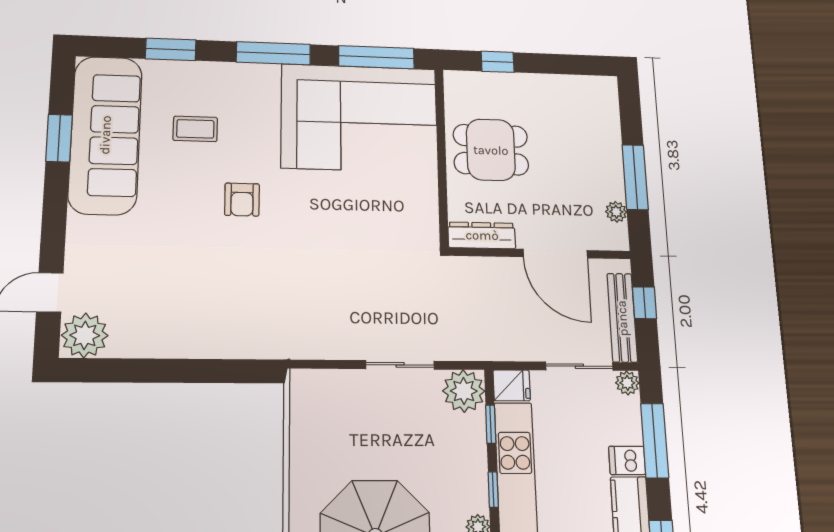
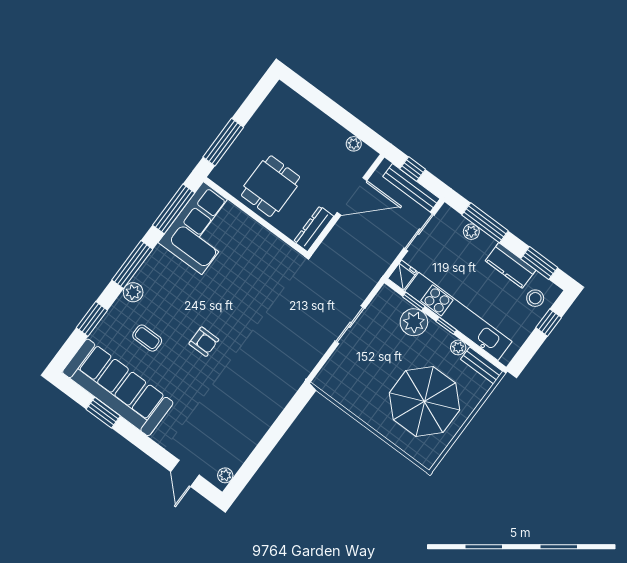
window: (498, 62) -> (223, 142), width x2.17
plant: (240, 76) -> (133, 292), added
corner sofa: (359, 118) -> (202, 228), width x0.73, depth x0.74
coffee table: (195, 129) -> (147, 338), turned 90
window: (635, 177) -> (343, 117), removed
plant: (85, 335) -> (225, 475), width x0.53, depth x0.53
plant: (627, 383) -> (471, 232), moved
plant: (464, 391) -> (414, 322), moved
dishwasher: (627, 460) -> (484, 245), removed

